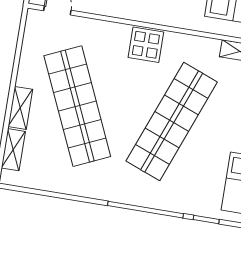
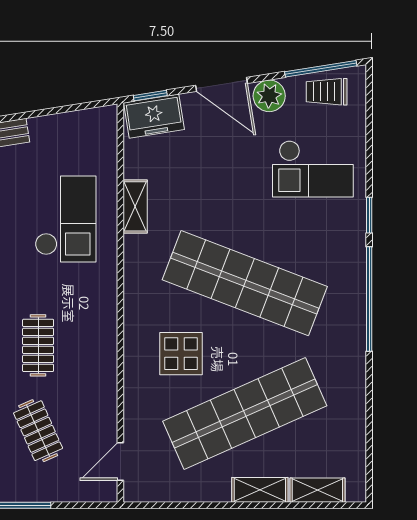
display table: (146, 45) -> (181, 354), moved

